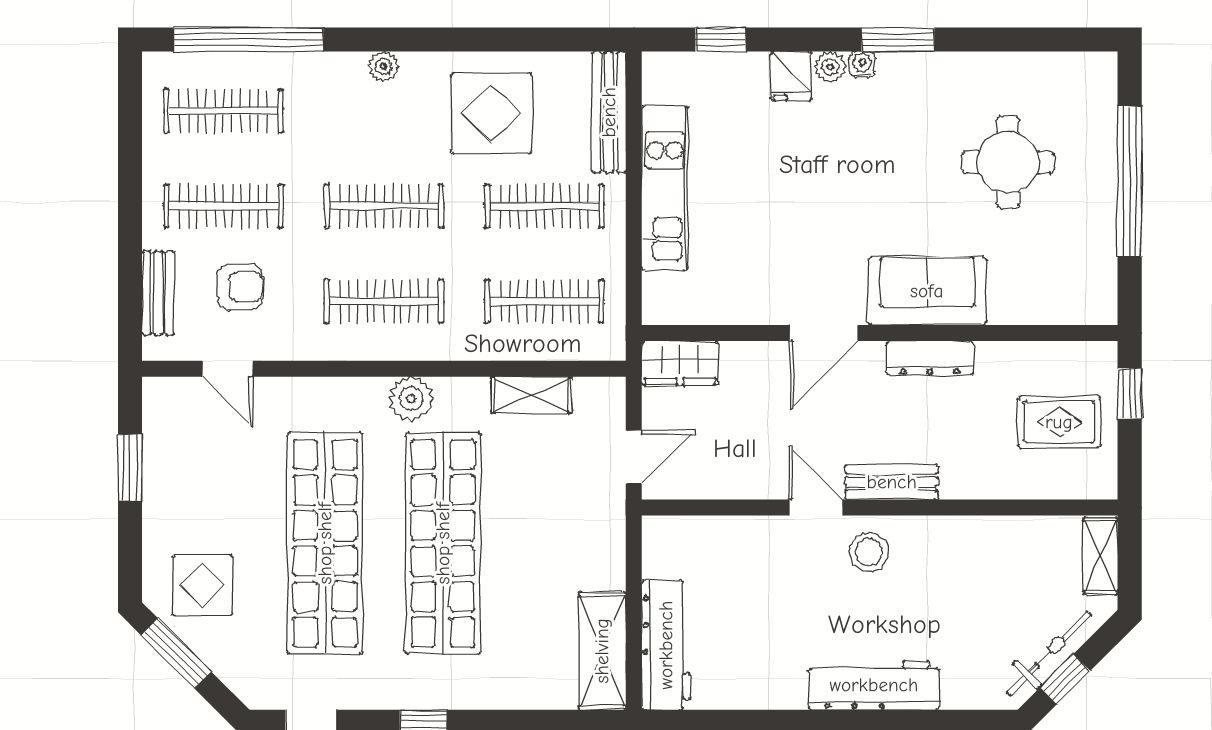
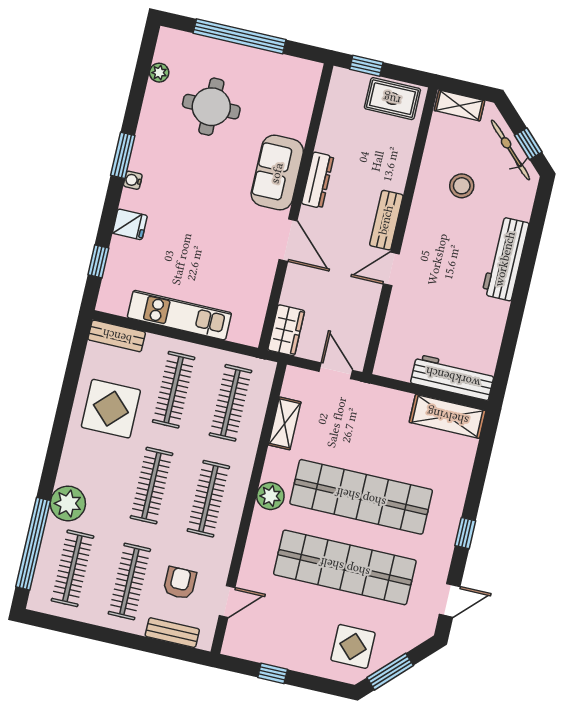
plant: (383, 67) -> (68, 503), moved, width x1.88, depth x1.88
plant: (830, 67) -> (159, 73), moved
bench: (609, 112) -> (117, 336), width x0.73
rug: (1059, 422) -> (392, 99), moved, turned 90
window: (130, 467) -> (273, 673), width x0.67
stool: (869, 552) -> (462, 186), moved

